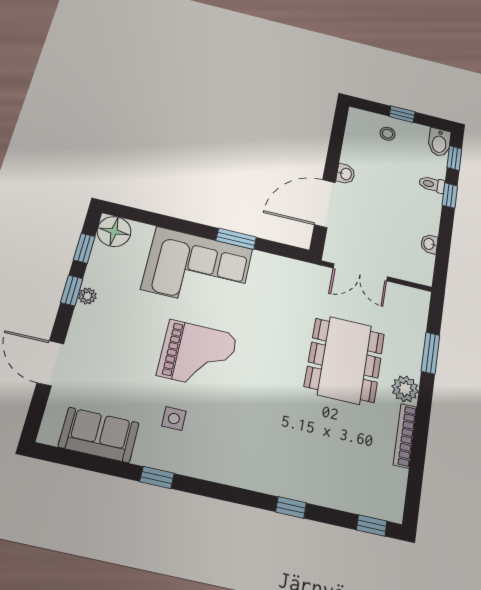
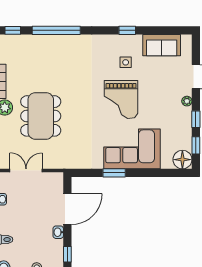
window: (337, 140) -> (67, 254), added
double door: (360, 272) -> (26, 171), moved
plant: (87, 296) -> (187, 101), moved
grand piano: (197, 355) -> (121, 100), turned -90
window: (291, 507) -> (56, 30), width x3.17

